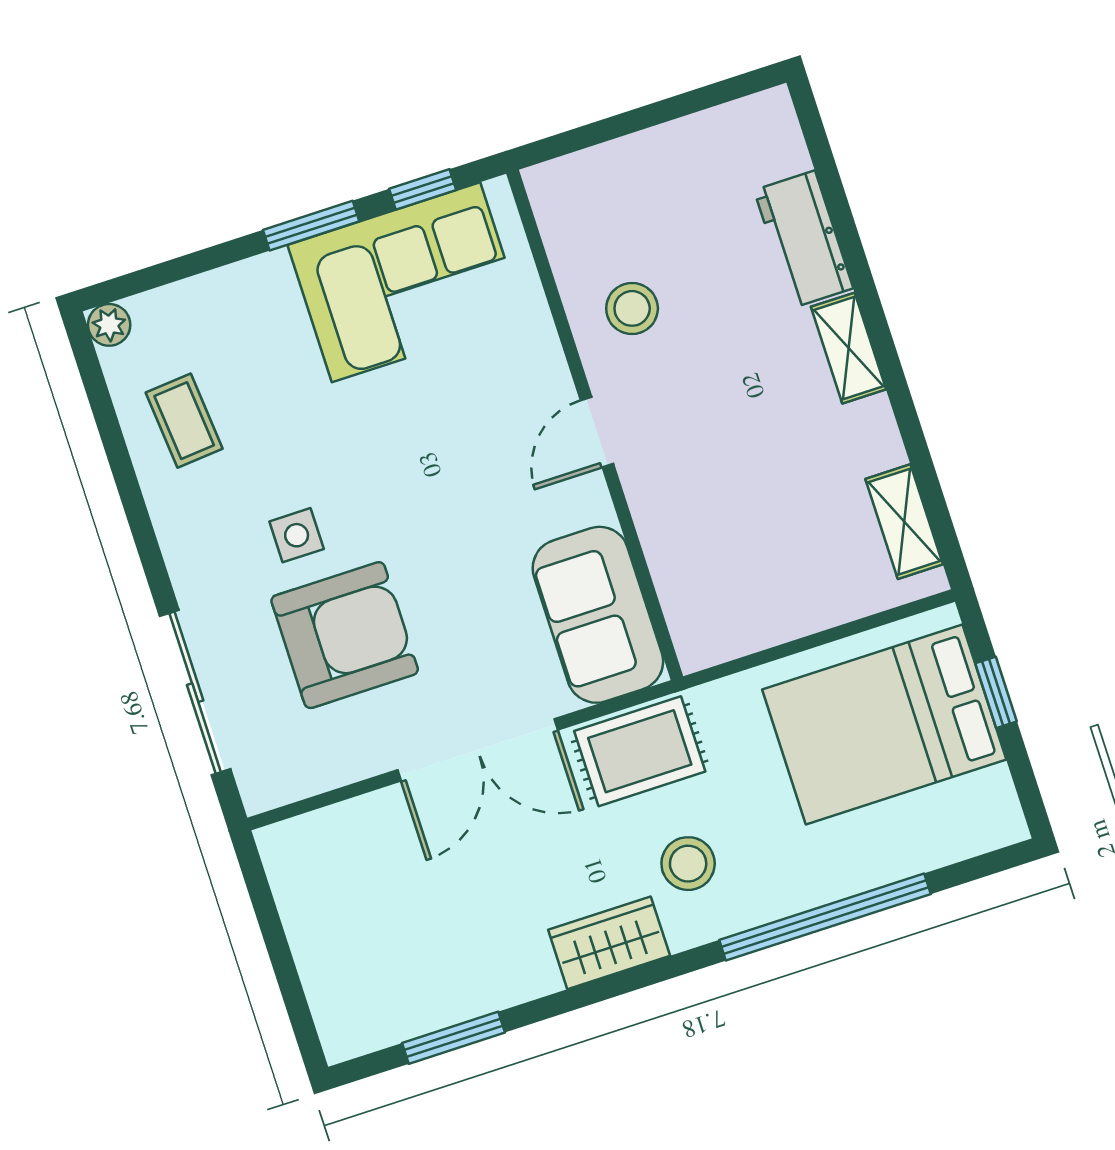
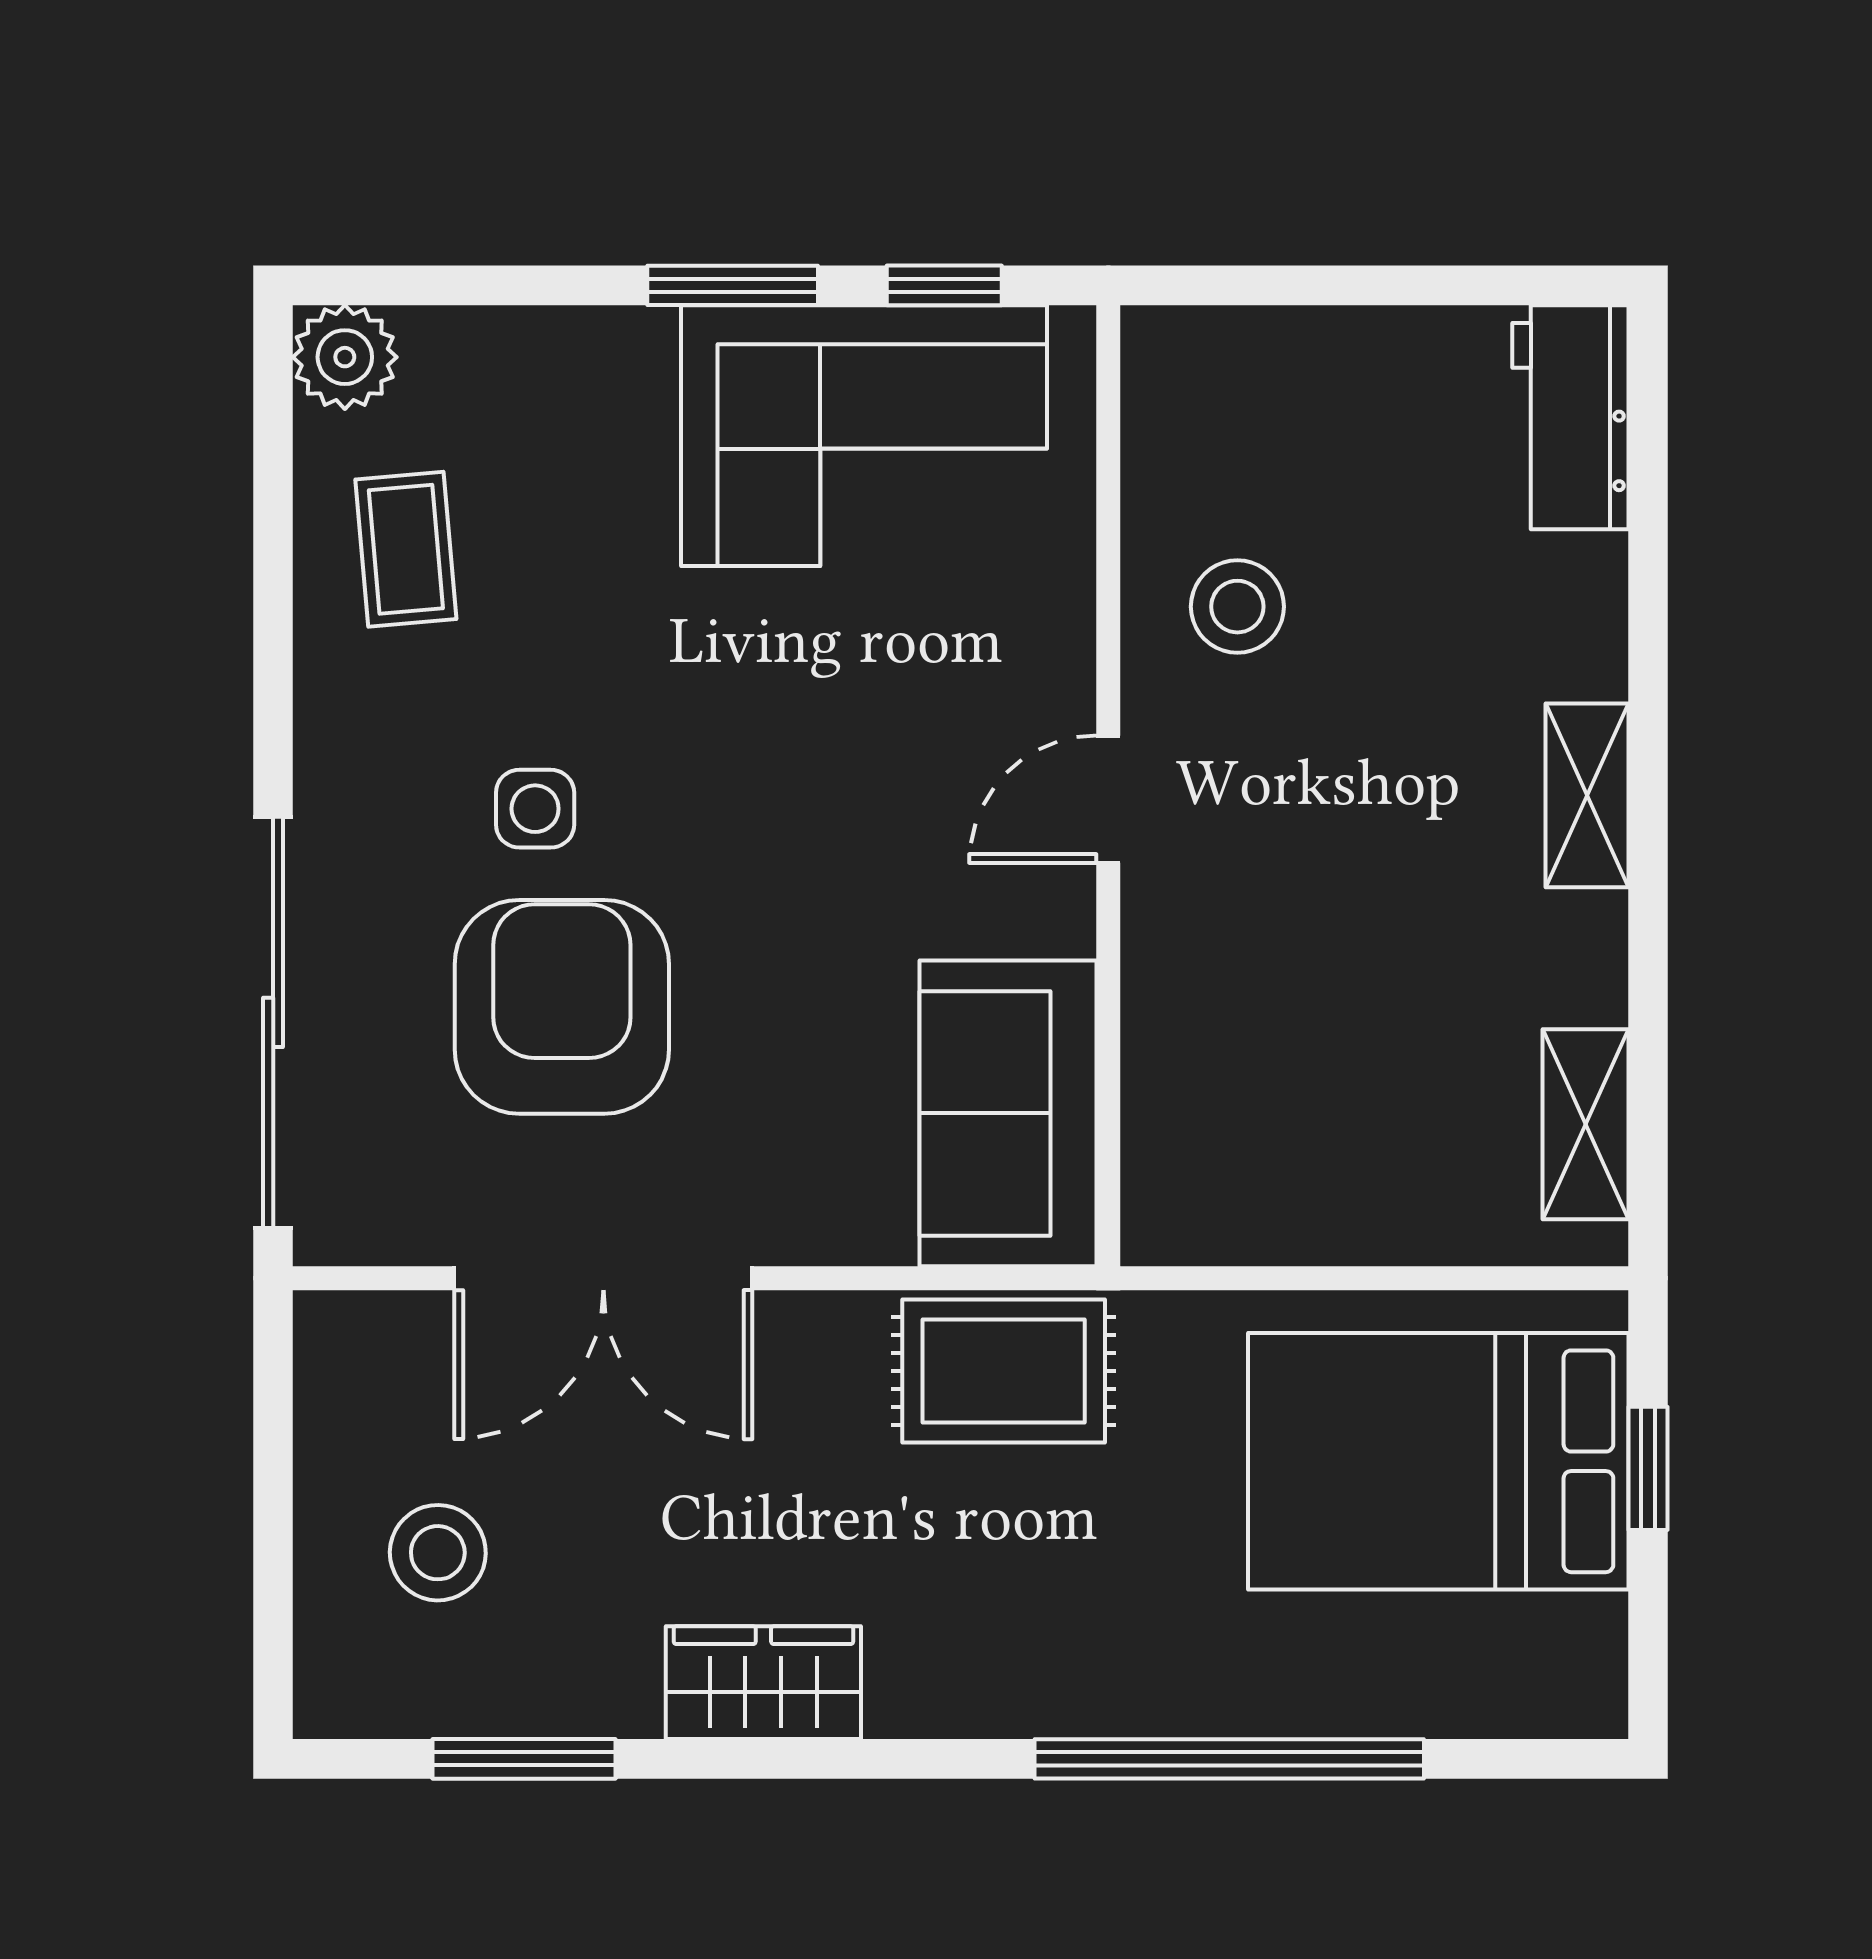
workbench: (804, 239) -> (1570, 417), moved
plant: (109, 325) -> (345, 357), width x1.38, depth x1.38
armchair: (345, 635) -> (562, 1007), turned -90
sliding door: (195, 693) -> (273, 1022), width x1.36
double door: (478, 750) -> (603, 1278), moved
stool: (688, 864) -> (438, 1553), moved
wardrobe: (609, 943) -> (763, 1683), moved

